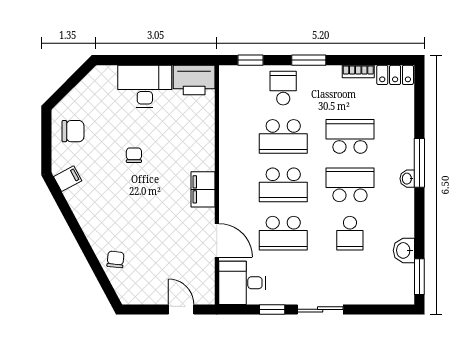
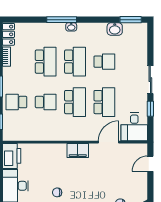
school desk: (283, 136) -> (46, 102), width x0.54
school desk: (350, 136) -> (46, 62), turned 180
school desk: (350, 185) -> (75, 62), turned 180

